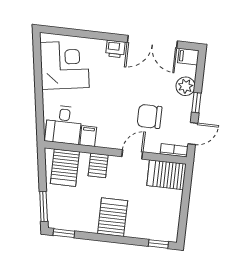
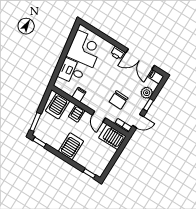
chair: (150, 116) -> (119, 100), turned -89
desk: (64, 125) -> (72, 71), moved, turned 81
door: (132, 154) -> (99, 117), swing flipped

